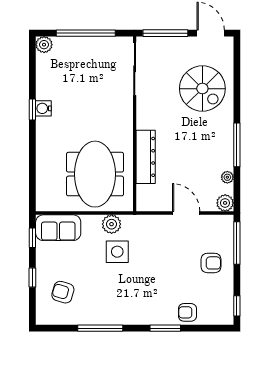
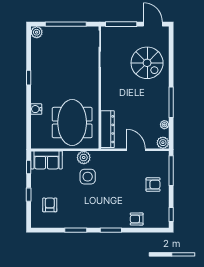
water cooler: (43, 108) -> (36, 109), moved
dresser: (146, 157) -> (108, 129), moved
armchair: (63, 292) -> (50, 205), turned 74
window: (100, 328) -> (76, 230), width x0.69
window: (165, 328) -> (111, 230), moved

